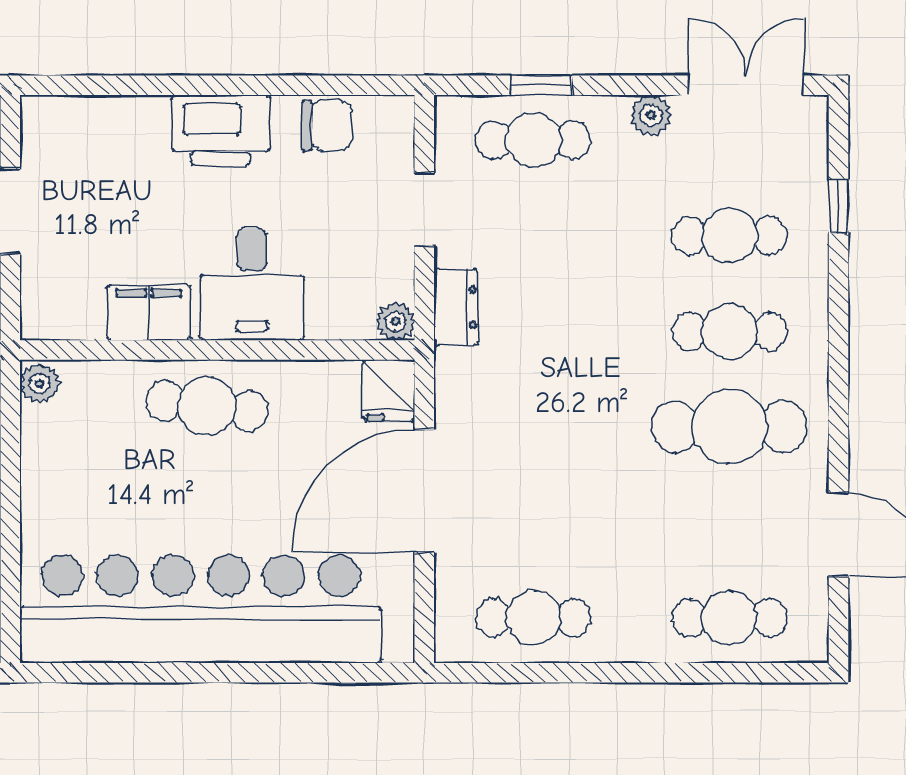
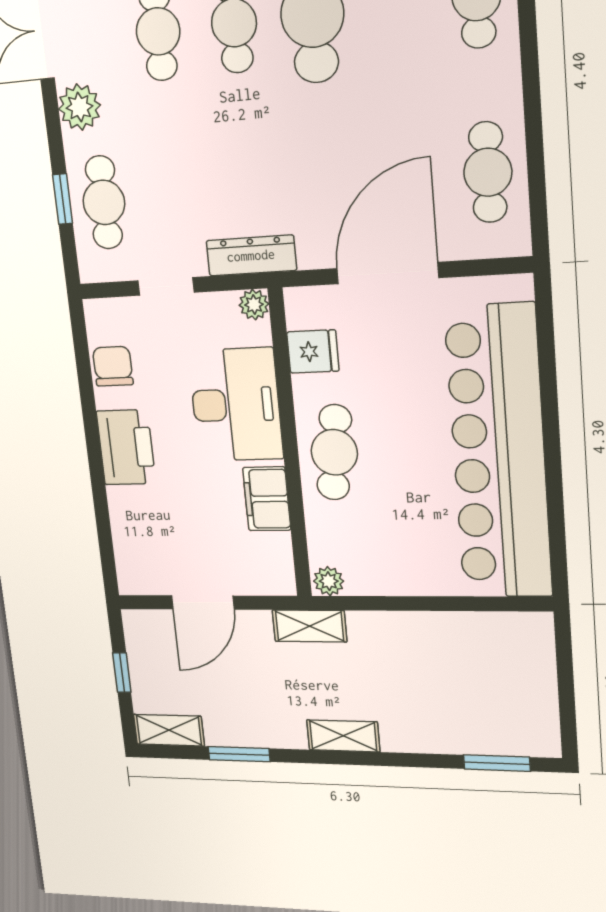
plant: (651, 115) -> (79, 107), width x1.38, depth x1.38
desk: (252, 284) -> (236, 405), width x1.37
dresser: (456, 307) -> (251, 255), width x1.44
fridge: (389, 390) -> (313, 352), moved
door: (424, 491) -> (388, 273), swing flipped

